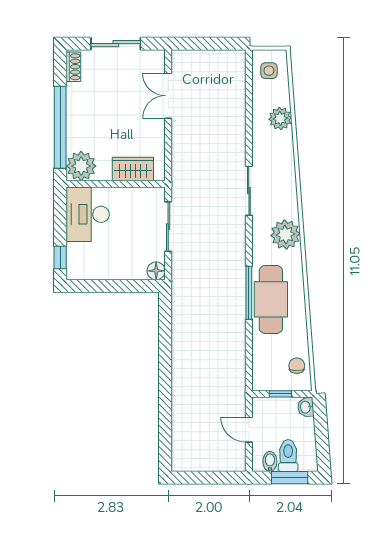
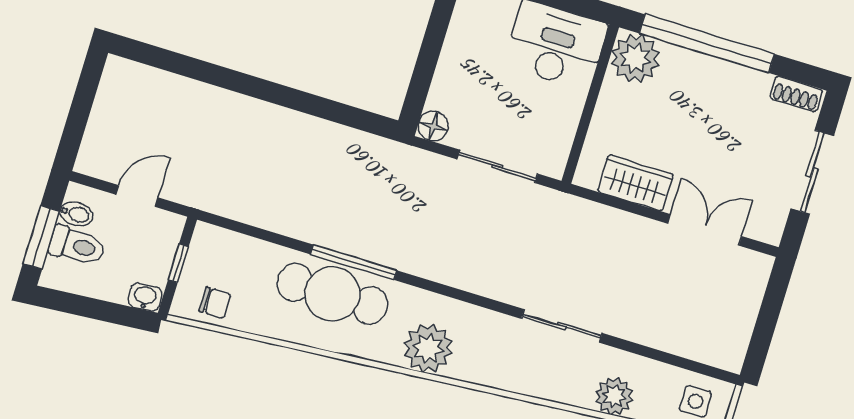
wardrobe: (133, 169) -> (635, 183), moved, turned -90
sliding door: (249, 191) -> (562, 326), moved

